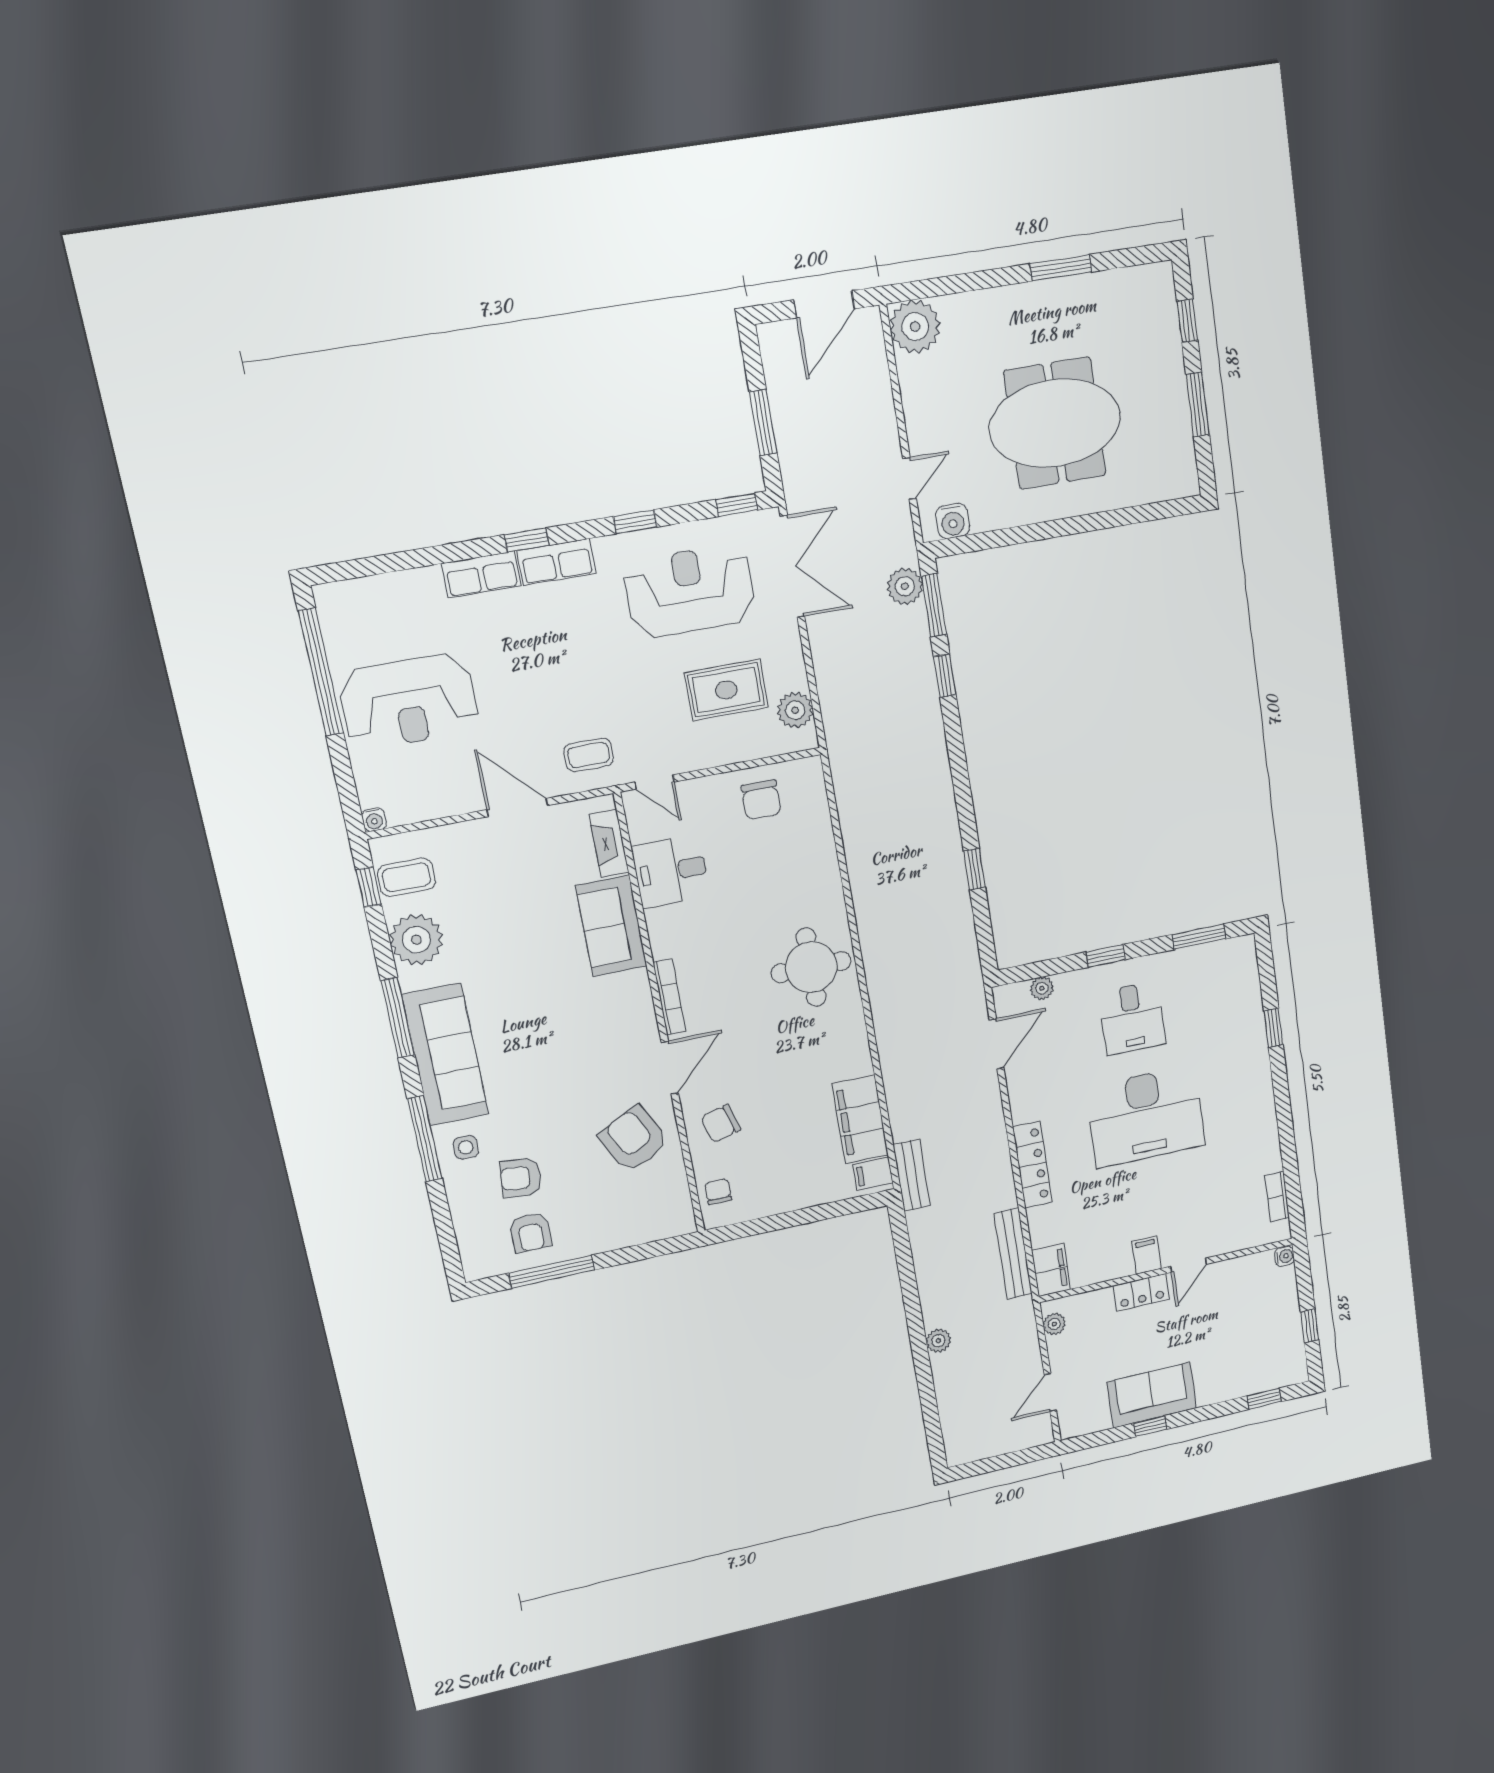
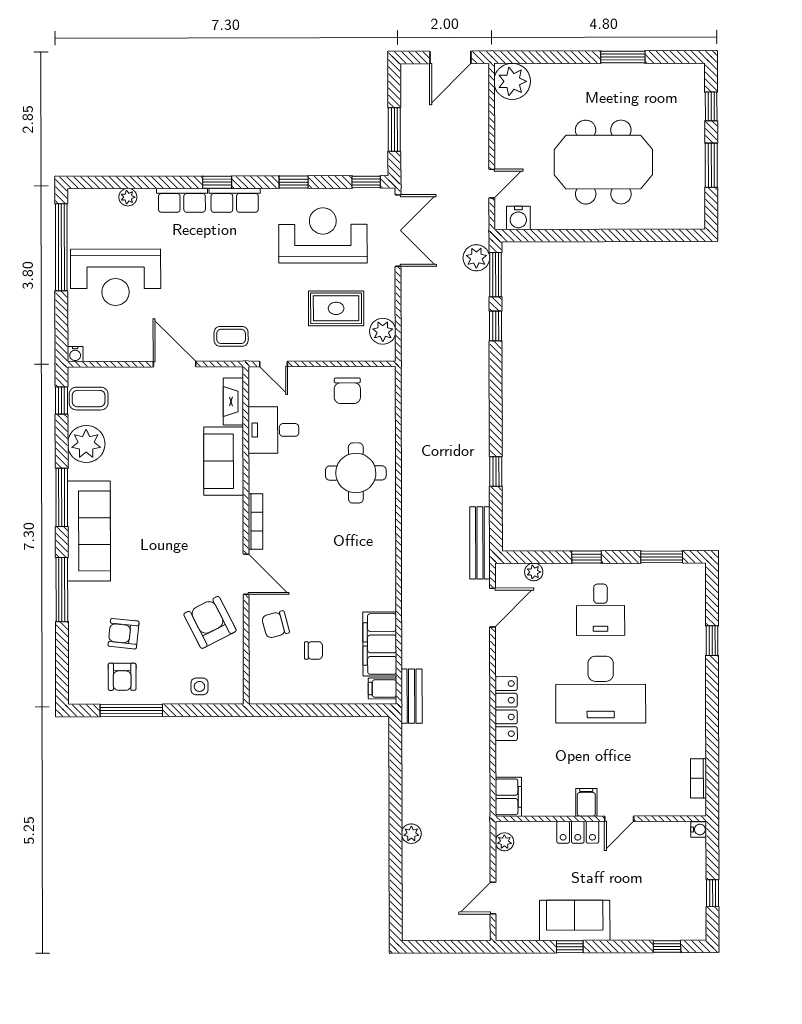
plant: (402, 583) -> (128, 197), added
round table: (811, 967) -> (356, 473), moved
door: (670, 1068) -> (246, 574), hinge flipped
side table: (466, 1147) -> (199, 686), moved
chair: (718, 1192) -> (314, 650), moved, turned 90
bench: (1013, 1254) -> (480, 543), moved

